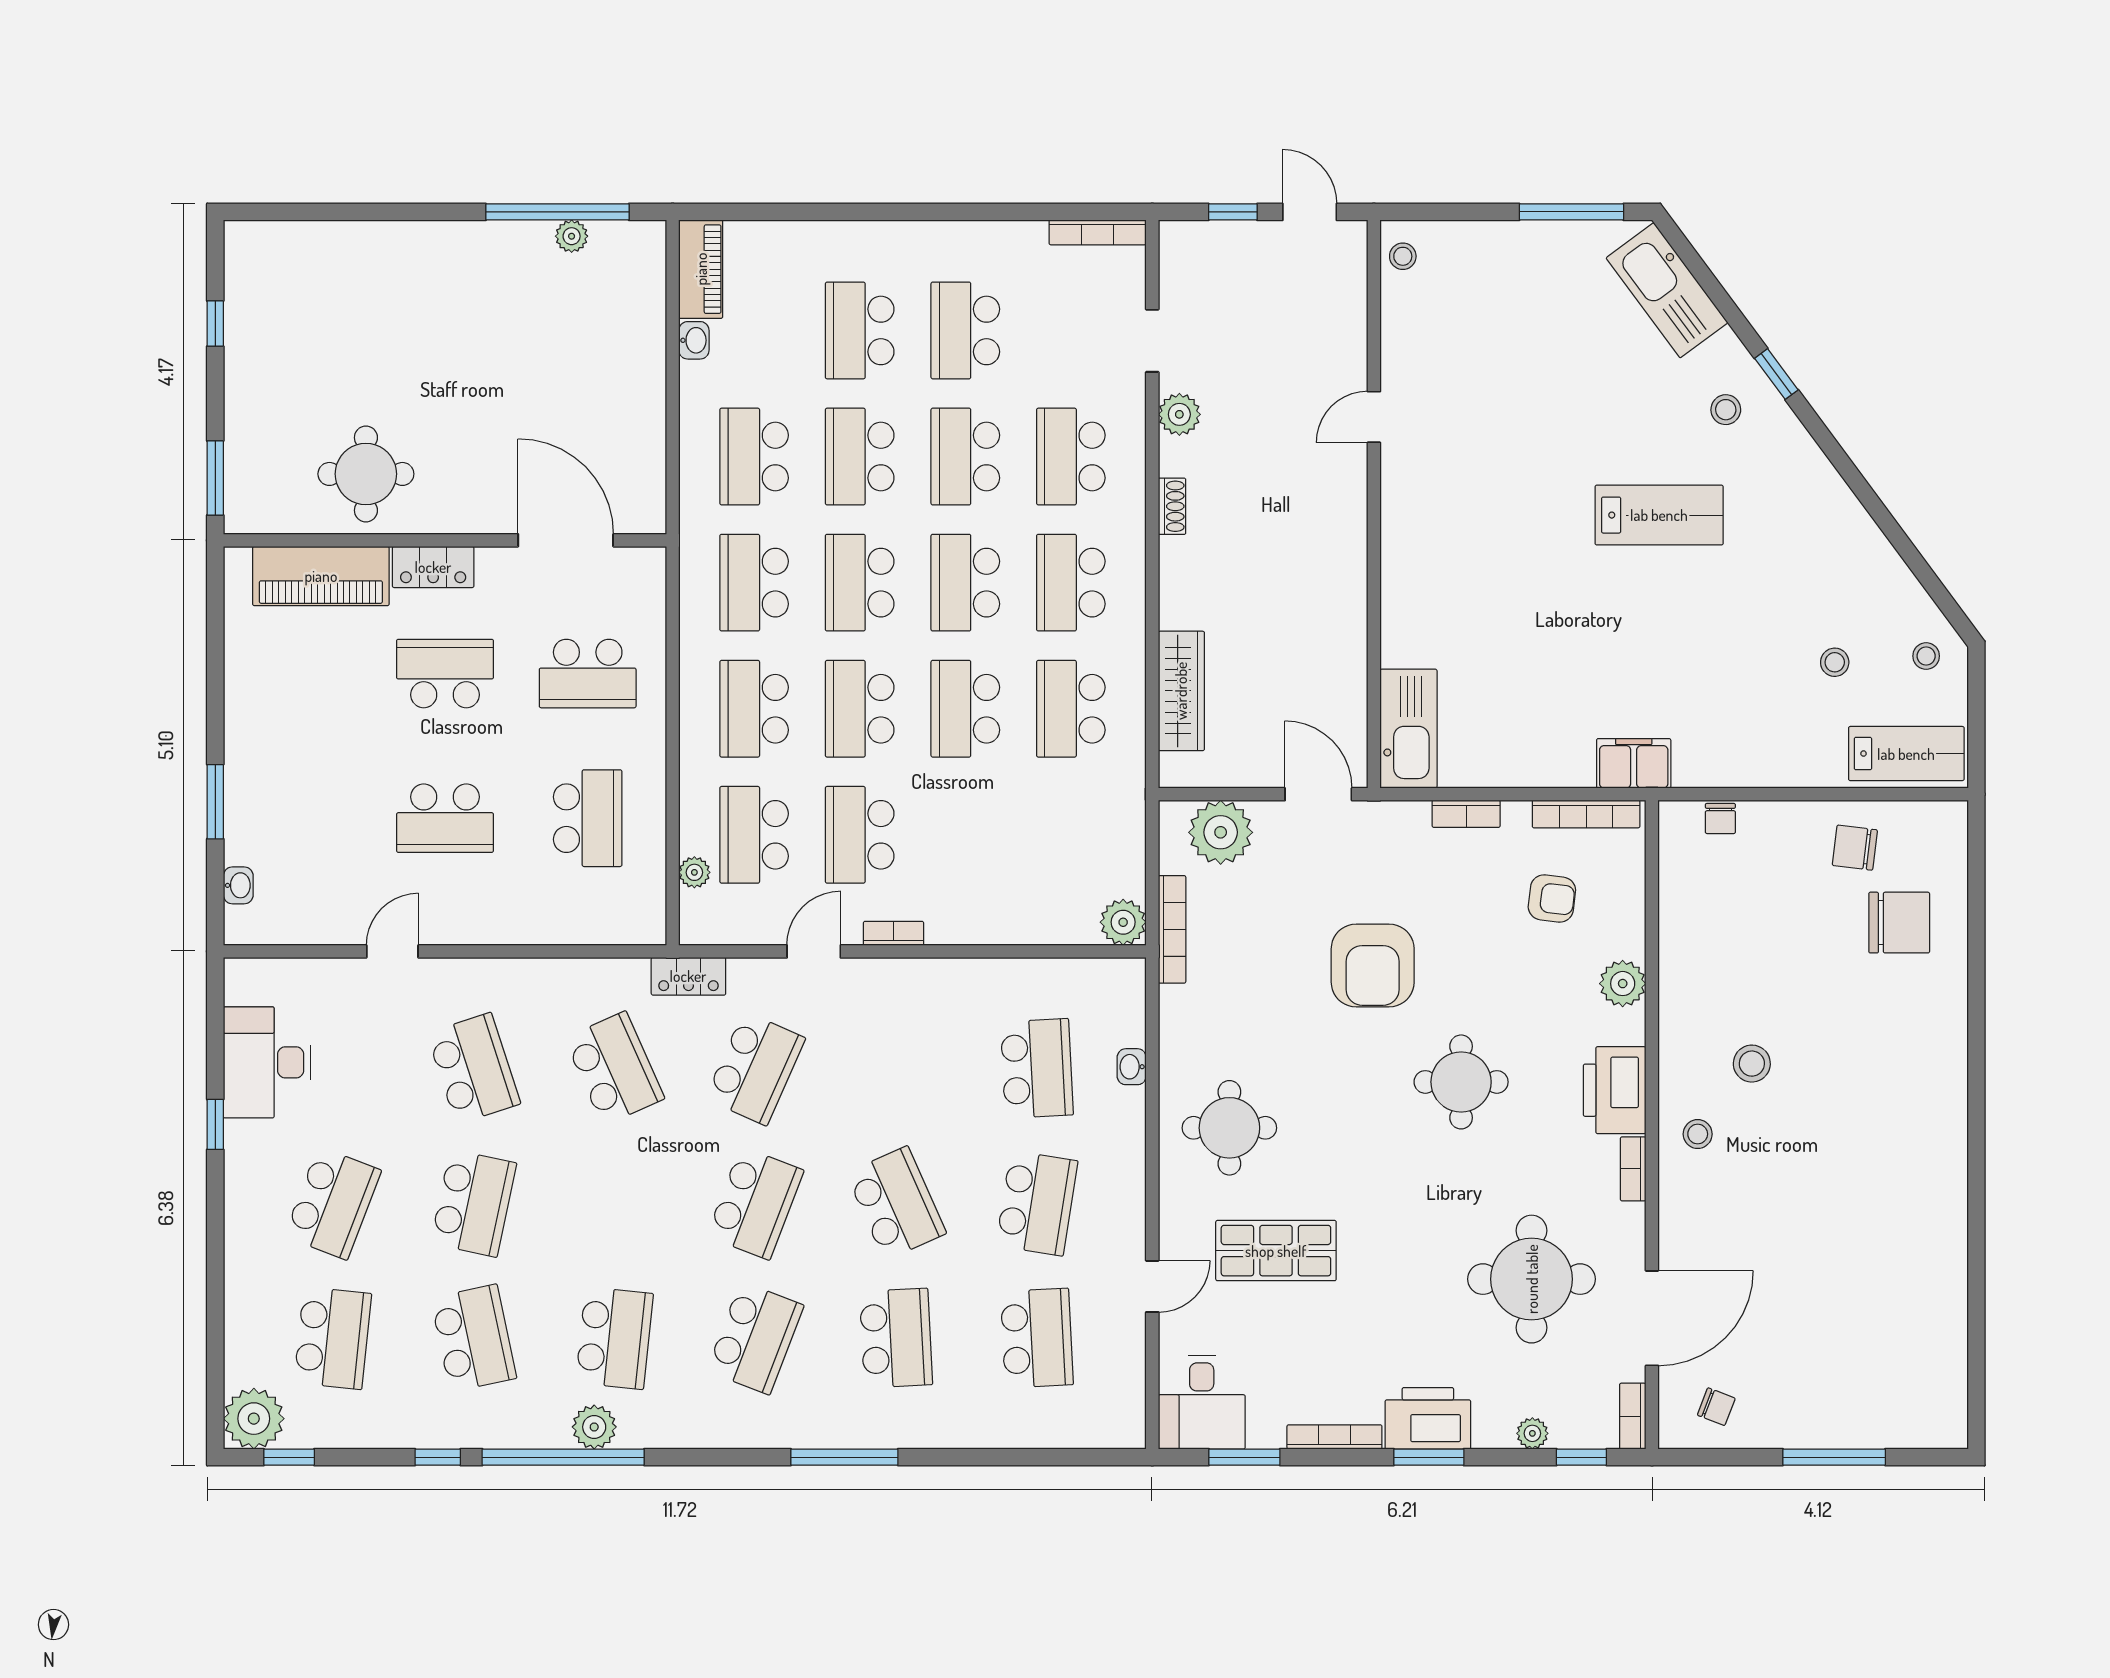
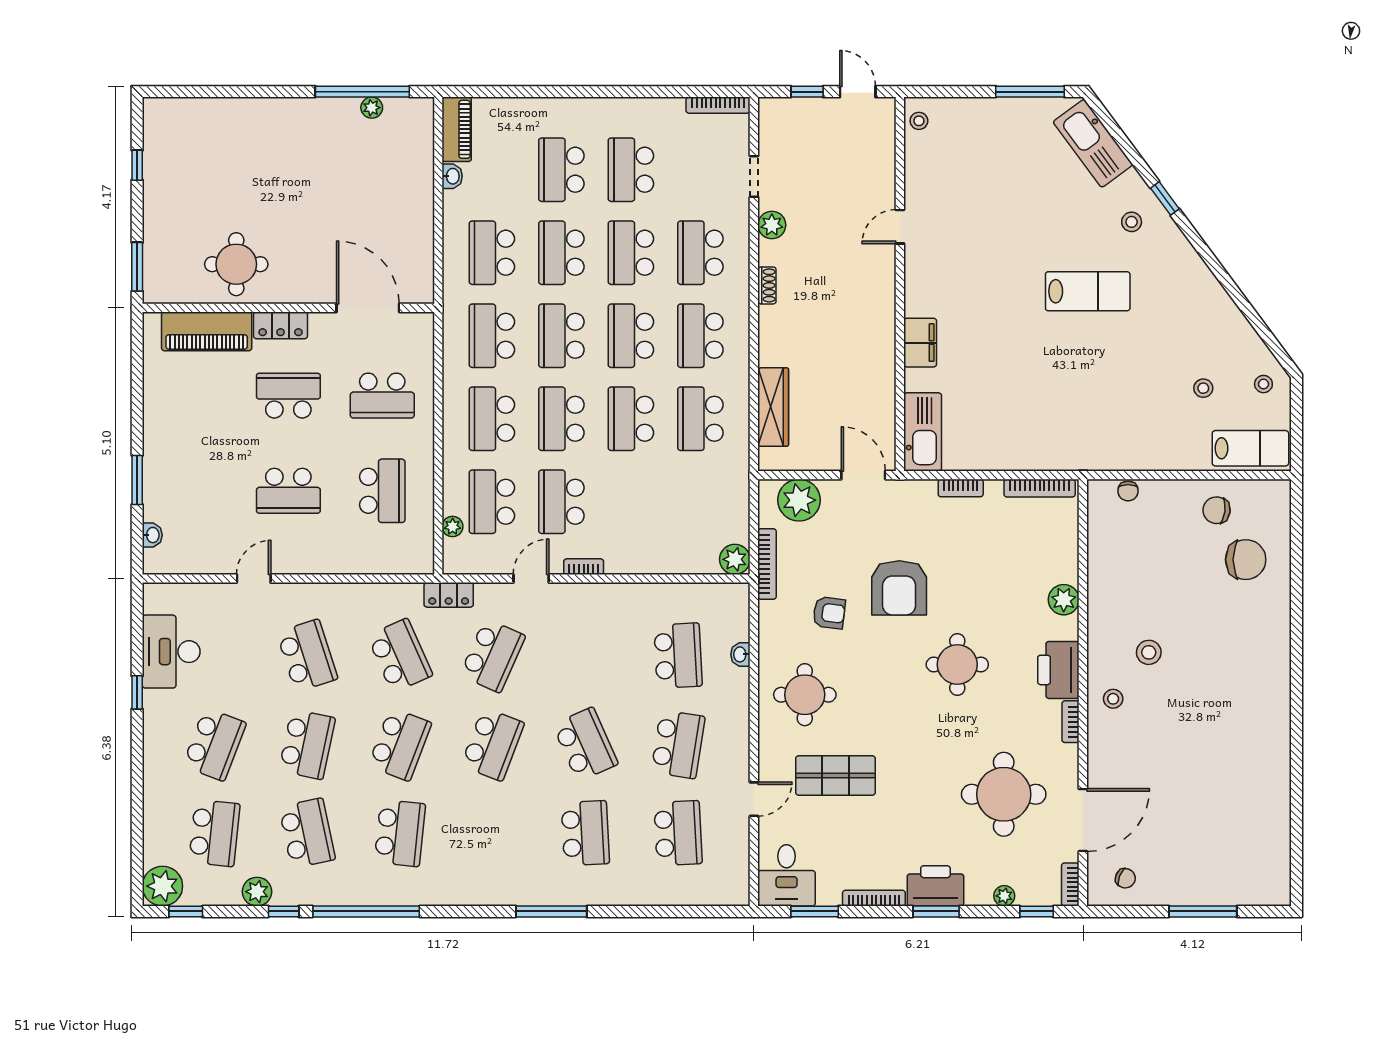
filing cabinet: (1634, 763) -> (920, 343), moved, turned 90
armchair: (1552, 898) -> (829, 613), moved
school desk: (755, 1338) -> (400, 744), moved
plant: (594, 1427) -> (257, 892), moved

